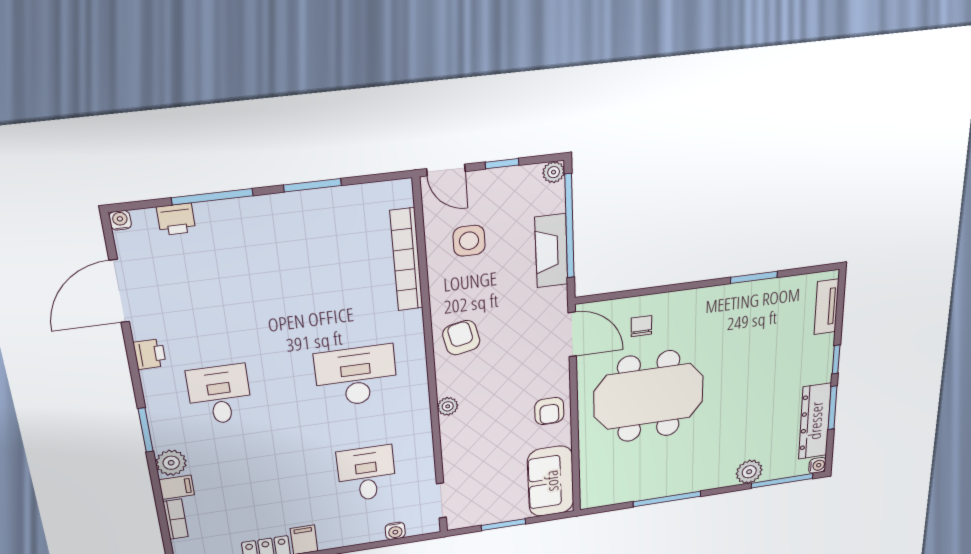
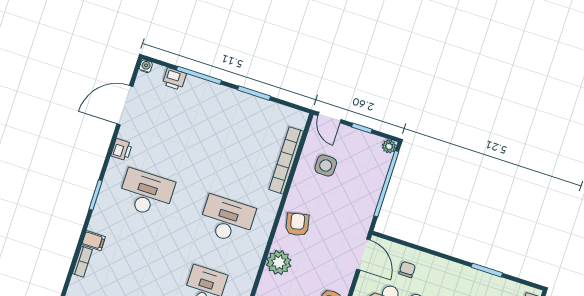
fireplace: (551, 251) -> (370, 194), removed
desk: (220, 395) -> (146, 193), width x1.37
plant: (448, 406) -> (279, 262), width x1.88, depth x1.88
plant: (171, 463) -> (99, 223), removed

